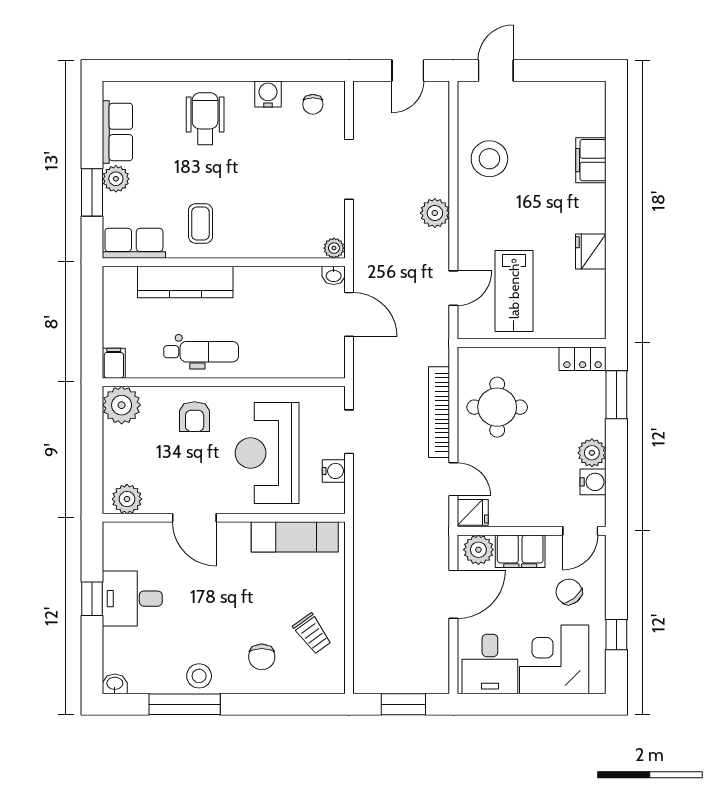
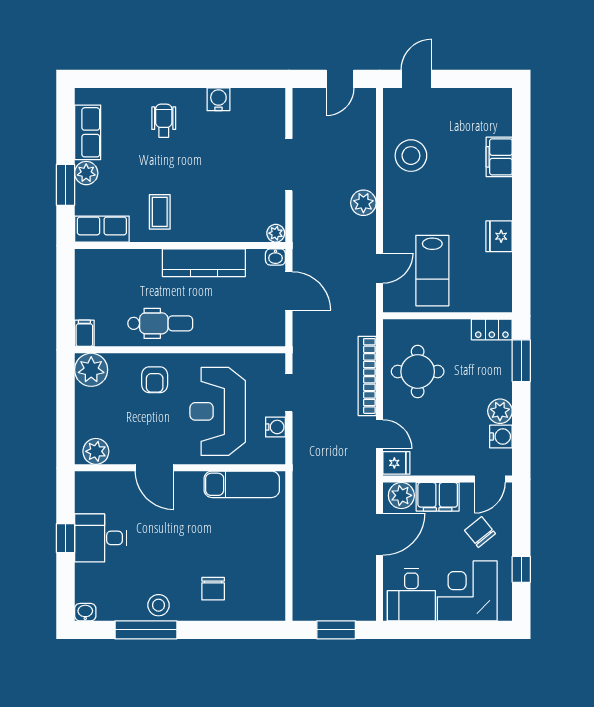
chair: (313, 104) -> (257, 108), removed
wheelchair: (205, 119) -> (164, 121), width x0.73, depth x0.73
kitchen counter: (185, 282) -> (204, 263), moved
trolley: (312, 634) -> (257, 568), removed

